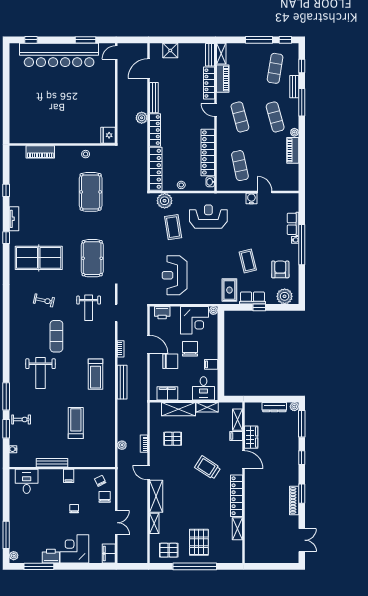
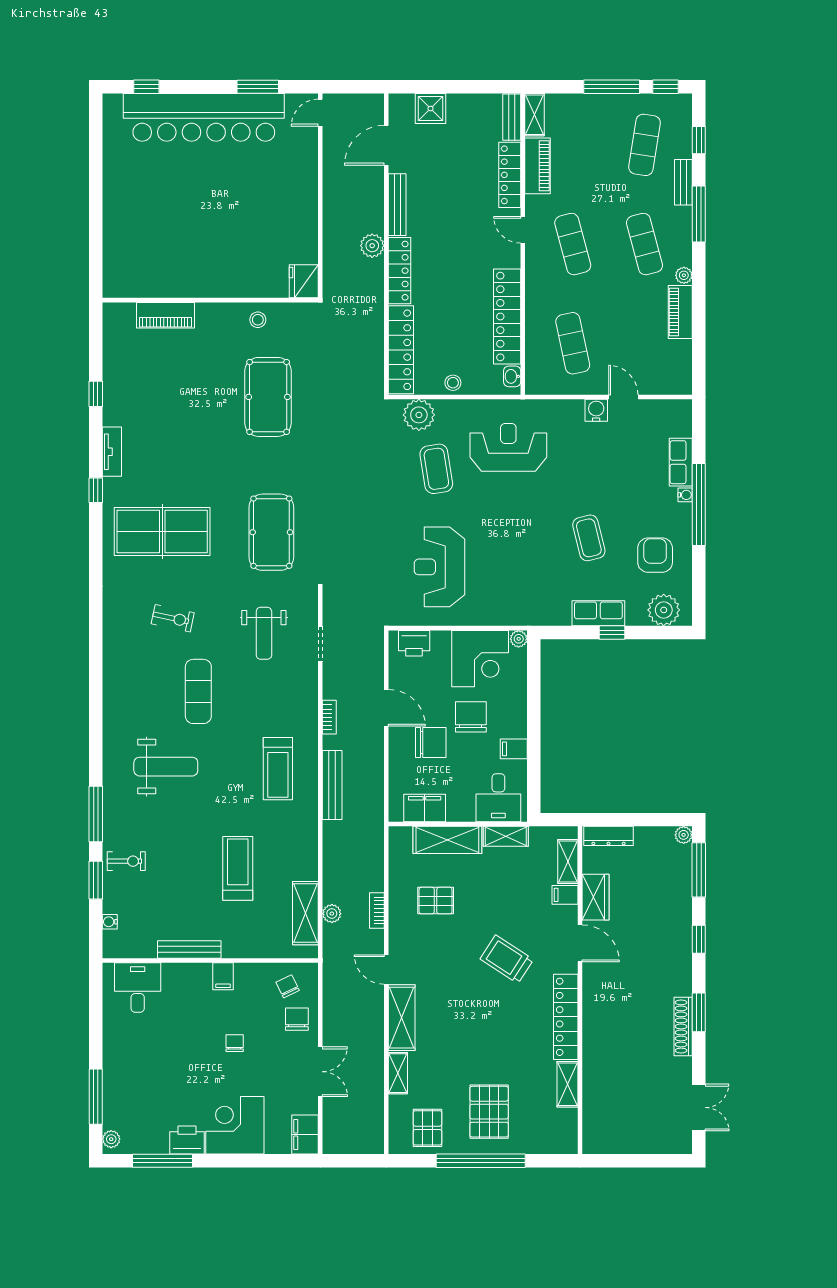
rug: (229, 290) -> (551, 597), removed
weight bench: (41, 373) -> (166, 767), turned -90
dresser: (274, 407) -> (608, 836), moved
shelving: (109, 445) -> (305, 913), added
pallet: (169, 550) -> (427, 1128), turned 90

